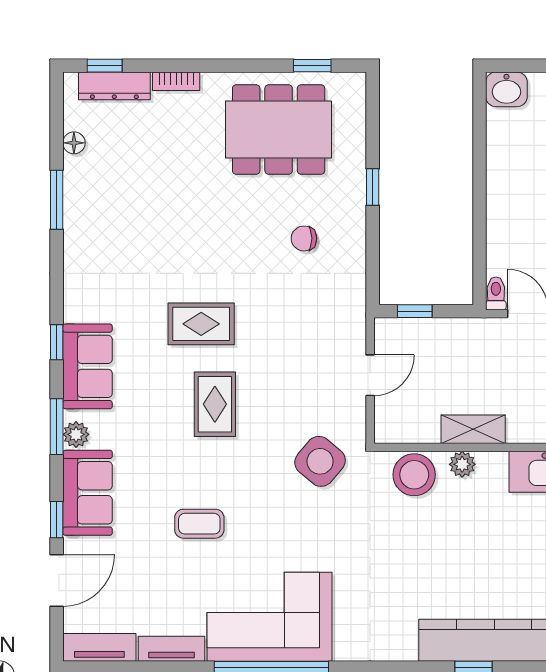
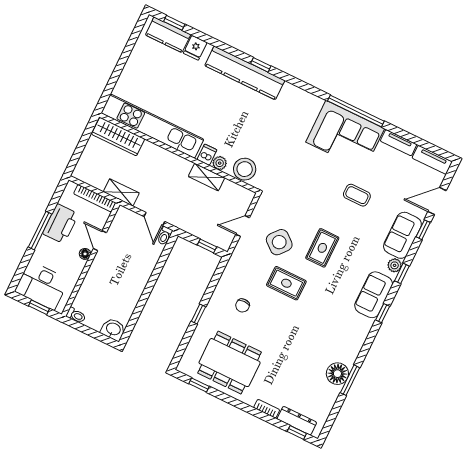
floor lamp: (74, 143) -> (337, 374), moved, width x1.89, depth x1.89
chair: (304, 238) -> (243, 305), turned 90
rug: (201, 324) -> (286, 283), moved
window: (57, 427) -> (402, 273), width x0.67
side table: (320, 461) -> (279, 242), moved
dishwasher: (491, 468) -> (207, 155), added

